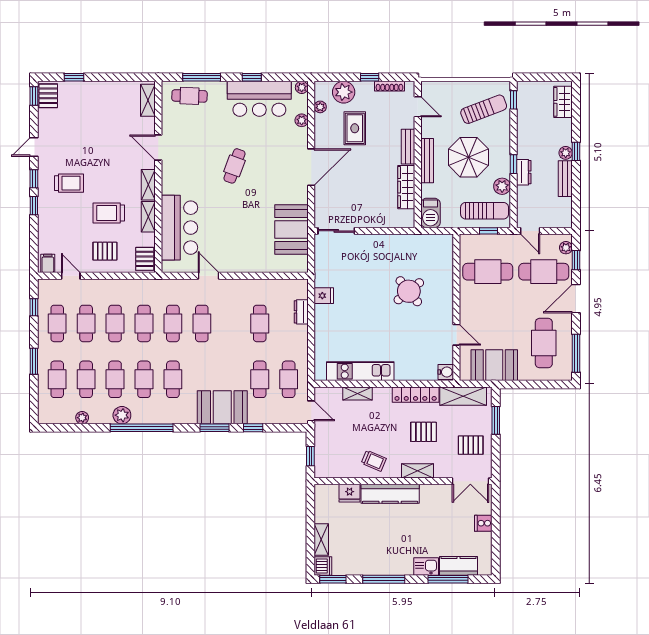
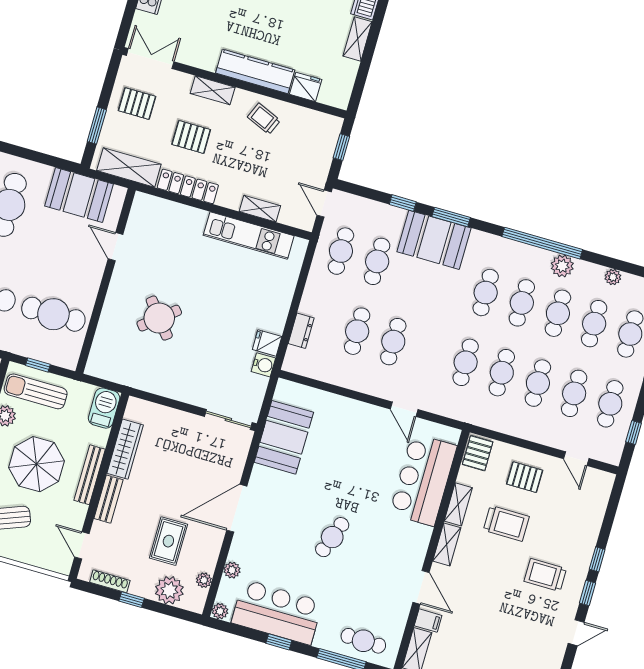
filing cabinet: (48, 263) -> (428, 621), moved, turned -90
cafe table: (202, 323) -> (393, 342), moved
water cooler: (446, 372) -> (263, 365), moved, turned 180

